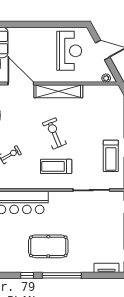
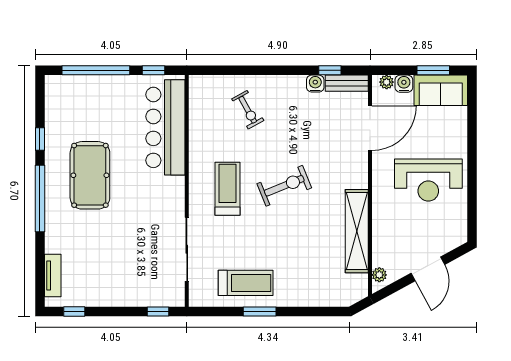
reception desk: (69, 51) -> (428, 180), moved
shelving: (58, 91) -> (357, 231), moved
treadmill: (111, 156) -> (246, 283), turned 180

